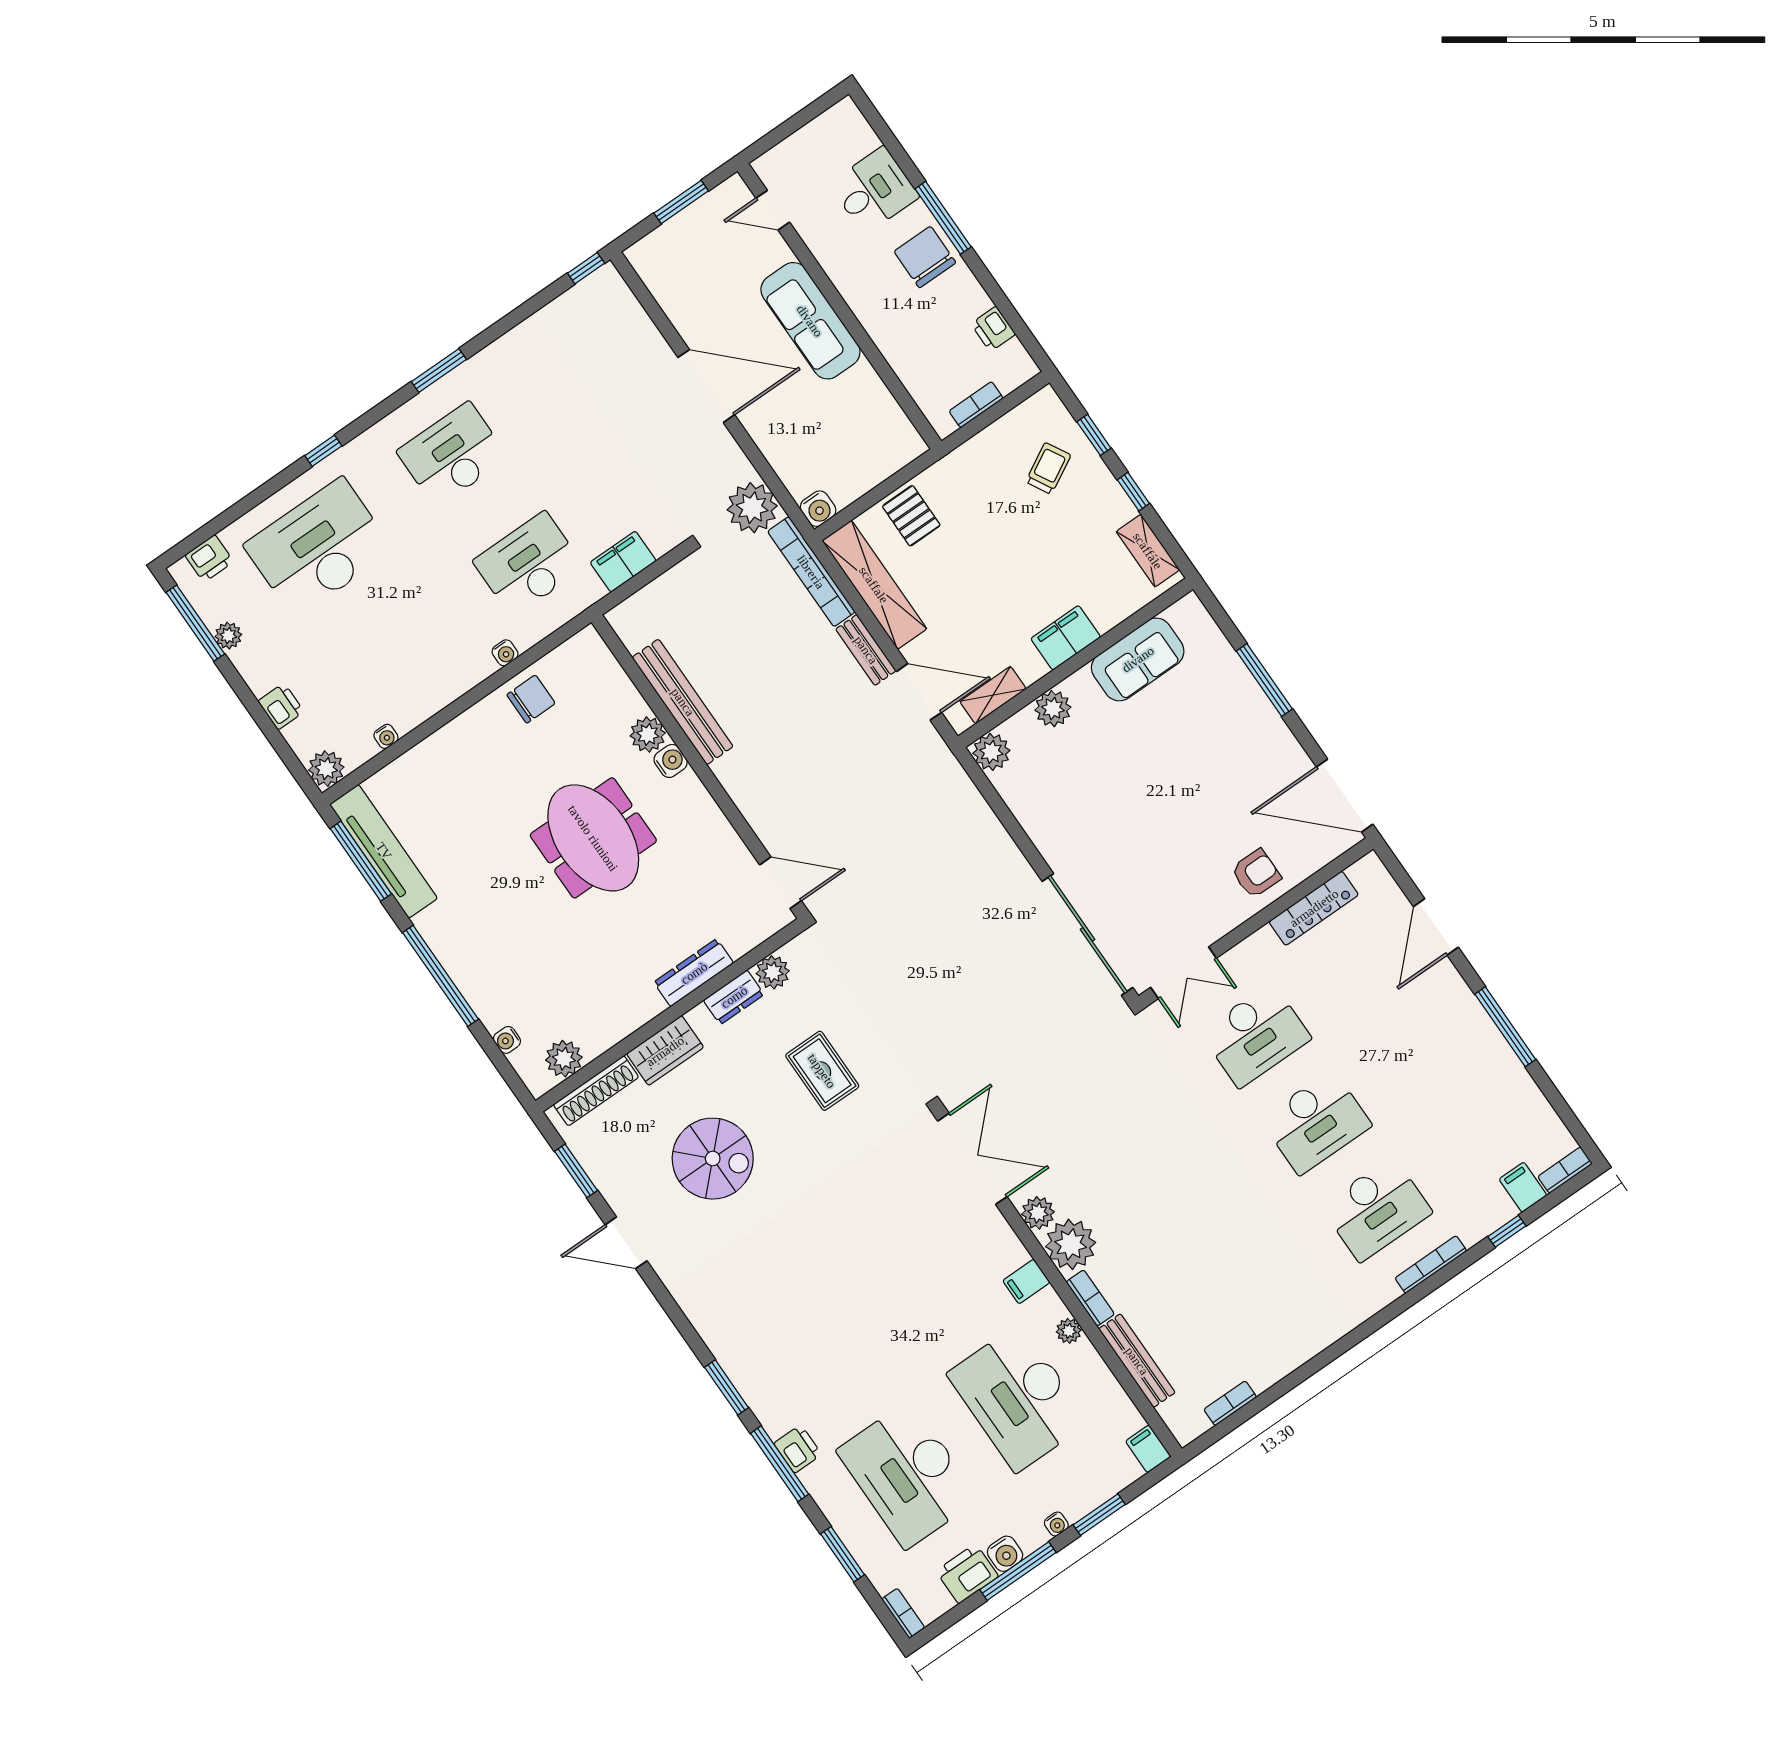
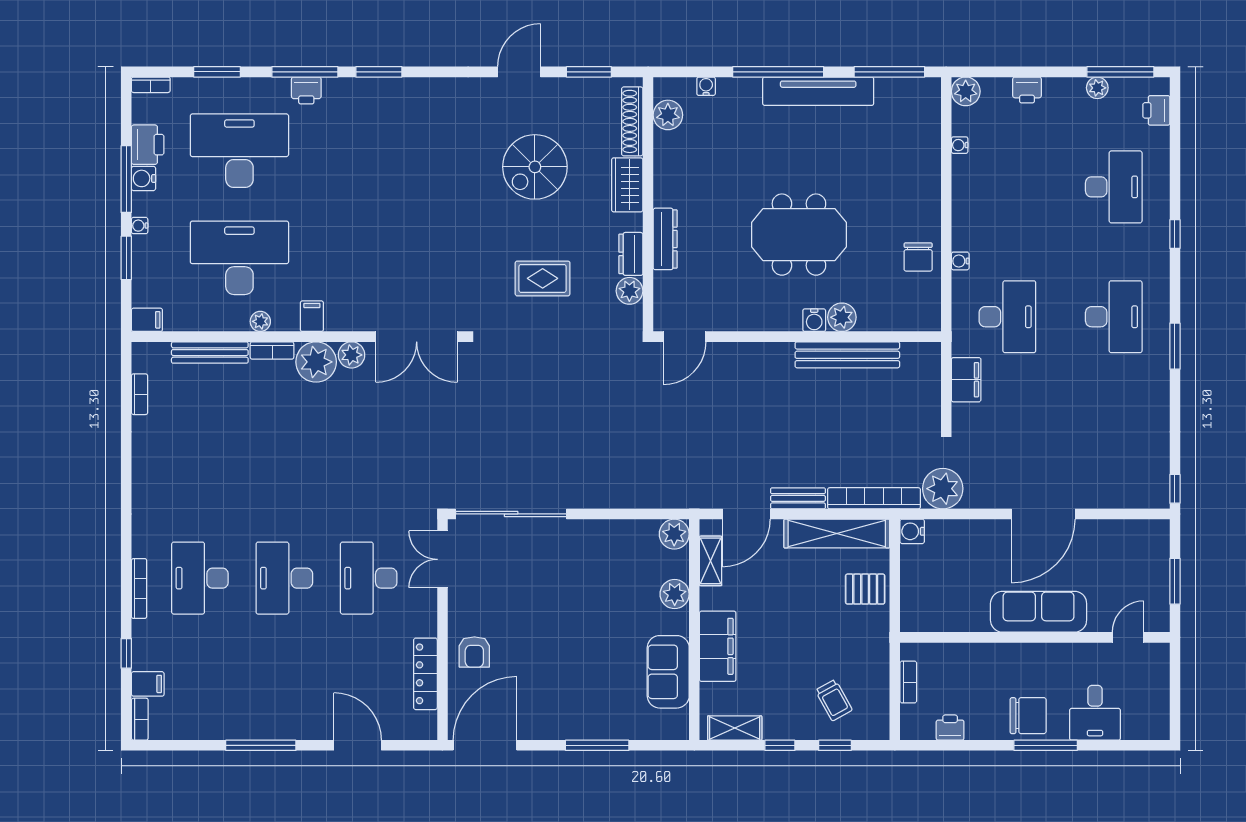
desk: (319, 548) -> (1114, 187), width x0.73, depth x0.77
filing cabinet: (1066, 638) -> (718, 646), width x1.50, depth x1.17
tv unit: (384, 851) -> (818, 91), moved

